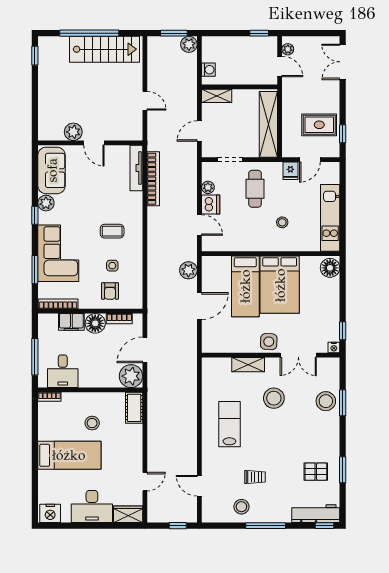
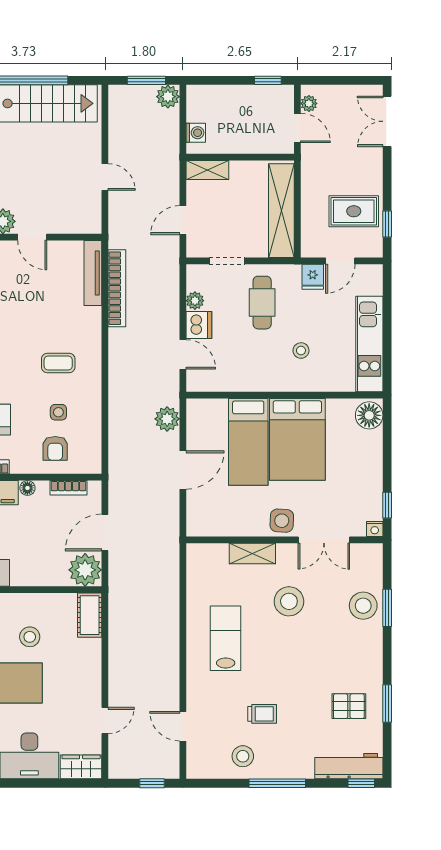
floor lamp: (95, 323) -> (27, 488), width x0.53, depth x0.53

